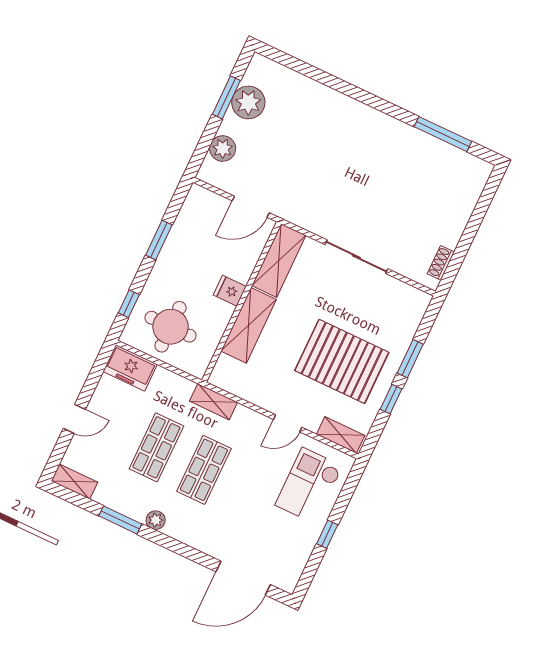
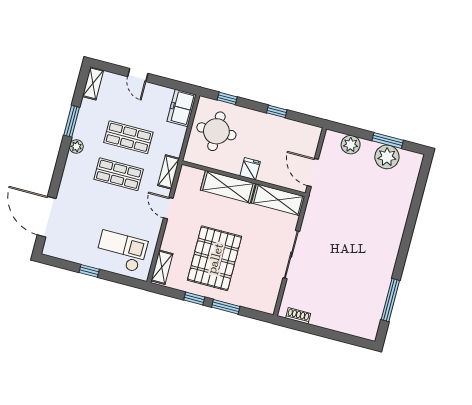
window: (159, 240) -> (277, 111), width x0.67
door: (288, 423) -> (168, 208), moved

